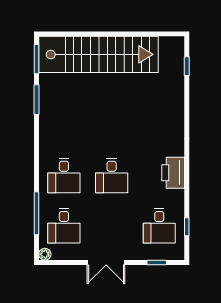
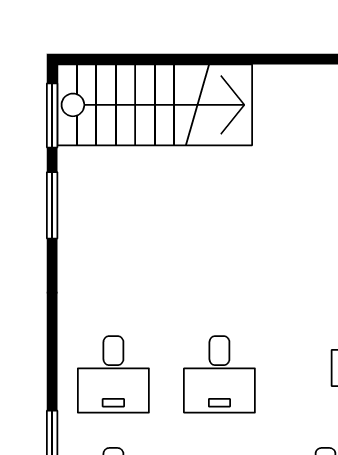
stairs: (98, 54) -> (155, 105), width x0.73

